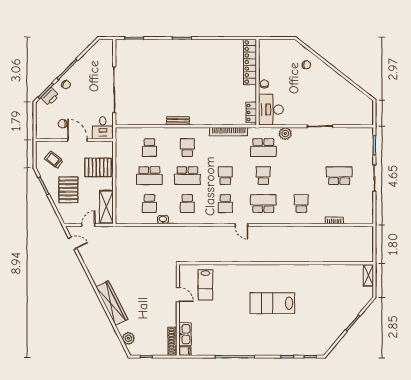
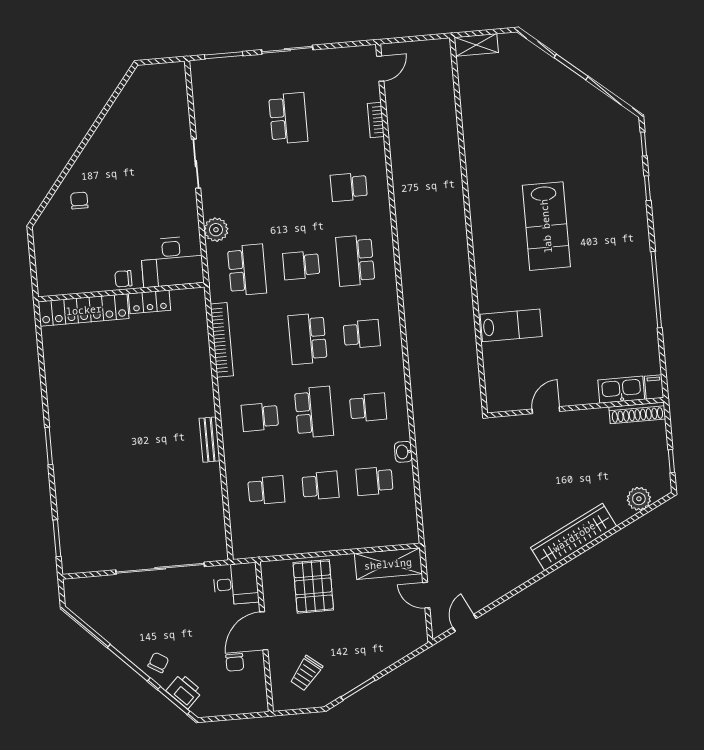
locker: (251, 112) -> (150, 302), moved
school desk: (149, 176) -> (320, 486), width x0.54
school desk: (225, 176) -> (308, 339), width x1.85
school desk: (339, 176) -> (288, 118), turned 180
pallet: (68, 190) -> (362, 640), removed
school desk: (149, 204) -> (375, 481), turned 180
door: (241, 225) -> (380, 69), moved
lab bench: (205, 285) -> (511, 325), moved

